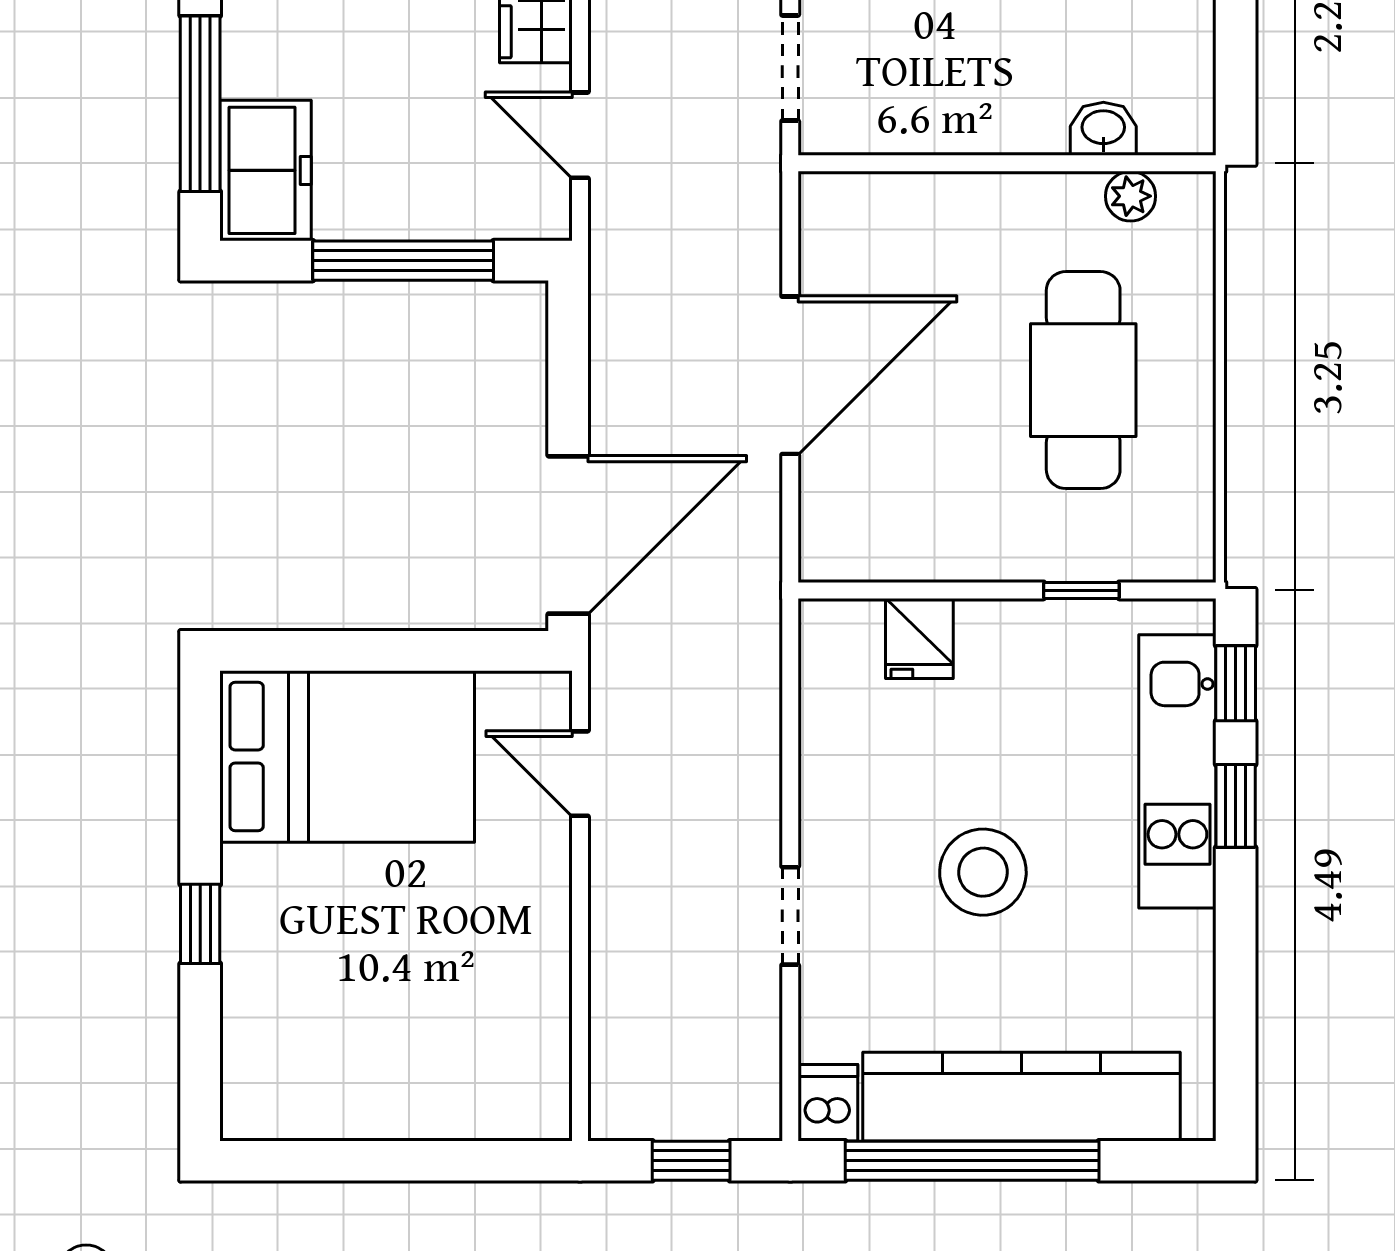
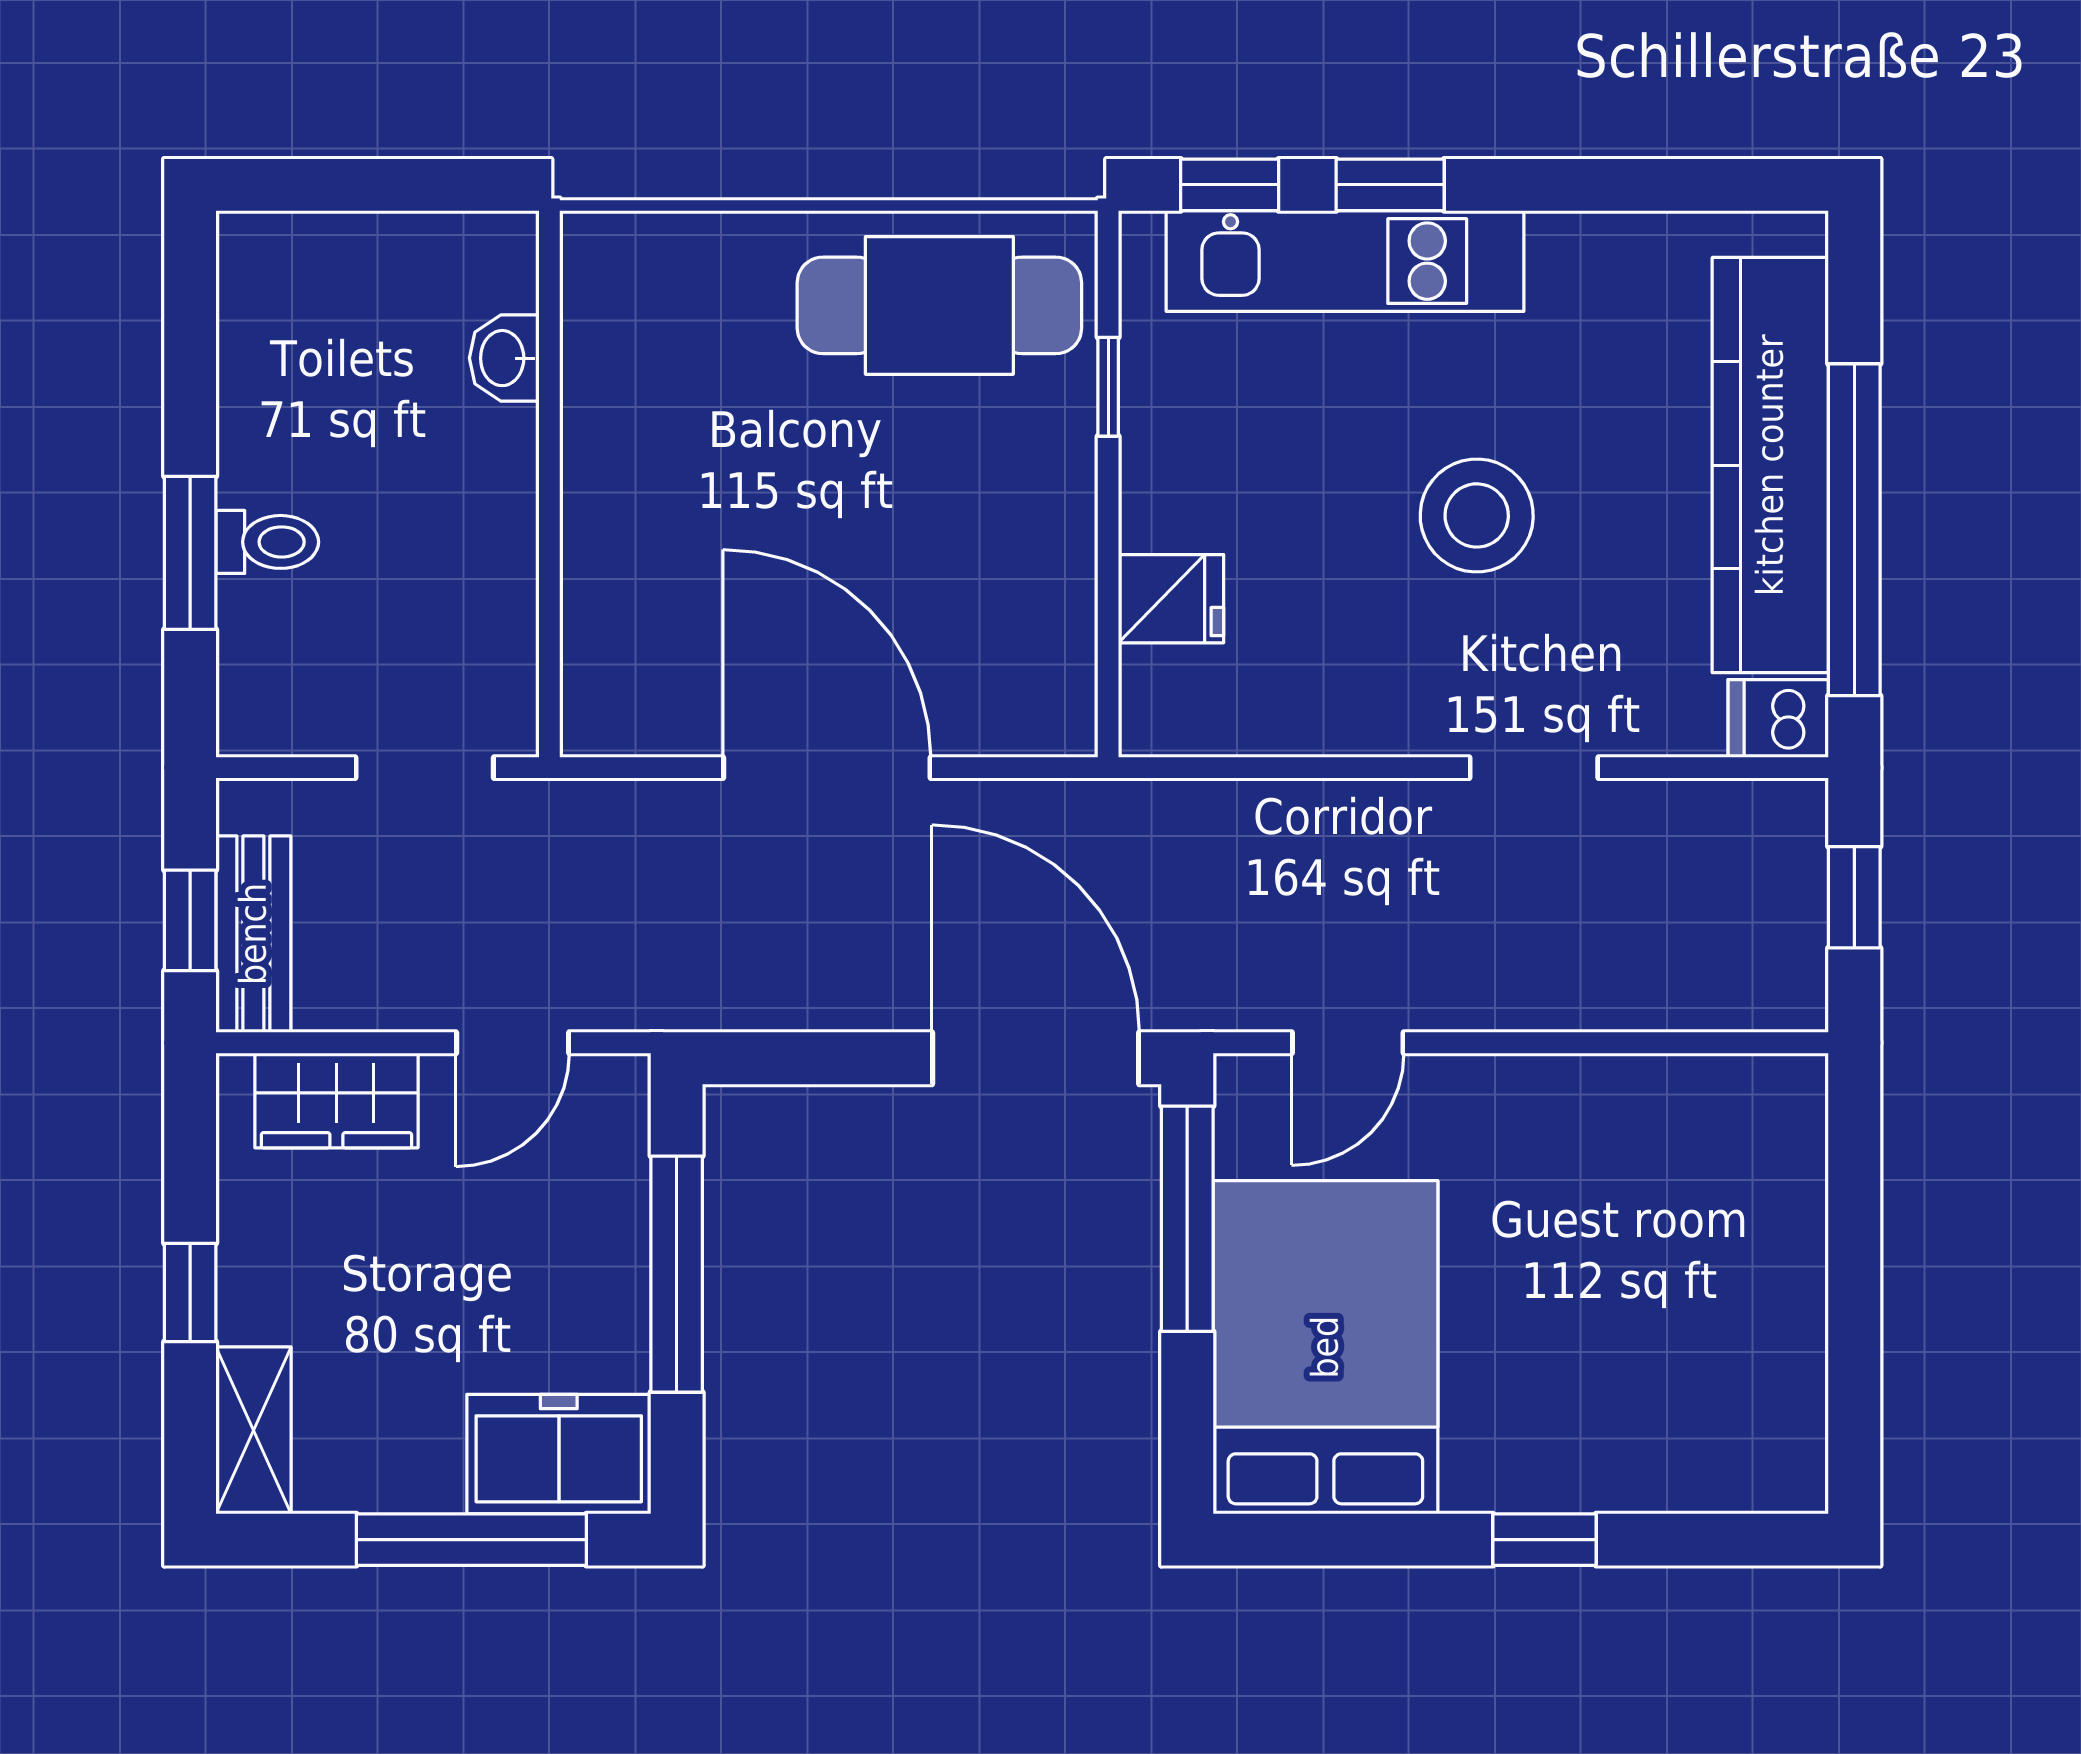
plant: (1131, 196) -> (592, 322), removed
cafe table: (1083, 380) -> (939, 305), moved
window: (445, 651) -> (1187, 1219), added

